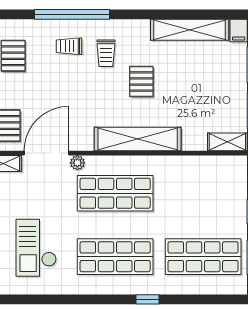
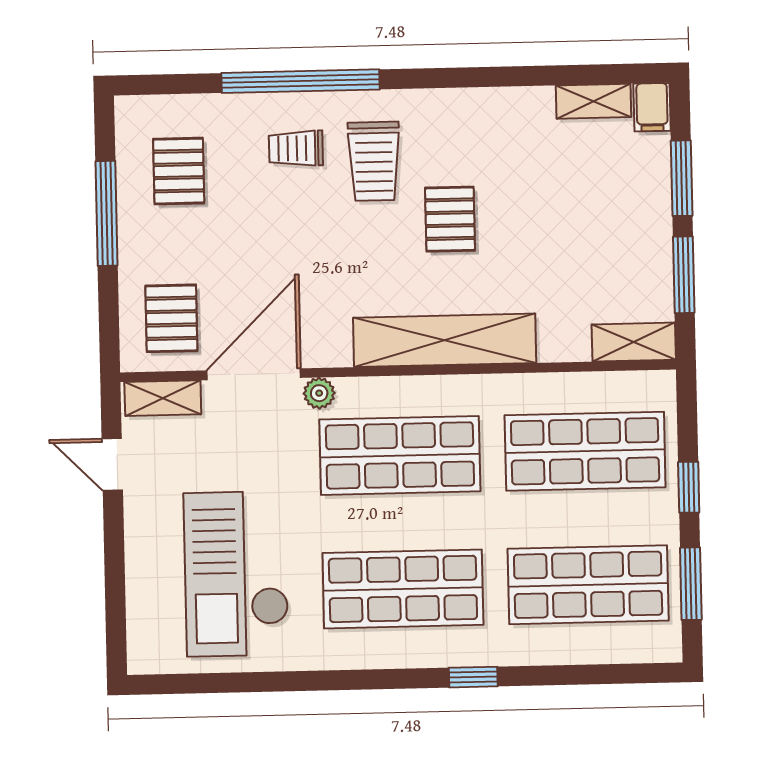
shelving: (190, 30) -> (593, 101), width x0.45, depth x0.75
trolley: (106, 53) -> (374, 161), width x1.36, depth x1.39
shop shelf: (203, 193) -> (585, 451), added
checkout: (36, 248) -> (236, 574), width x1.36, depth x1.21

